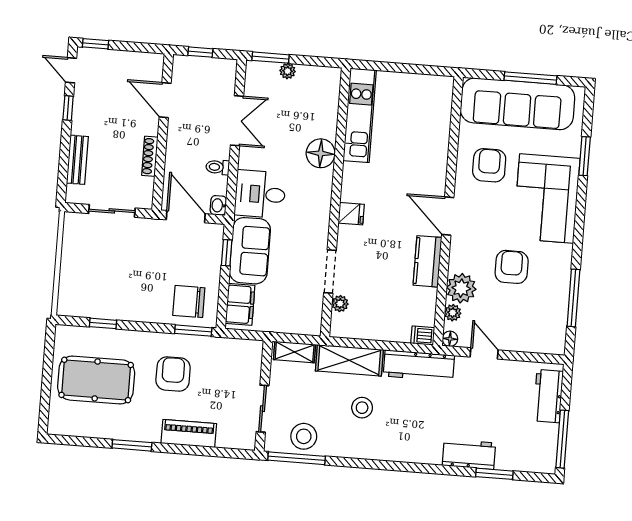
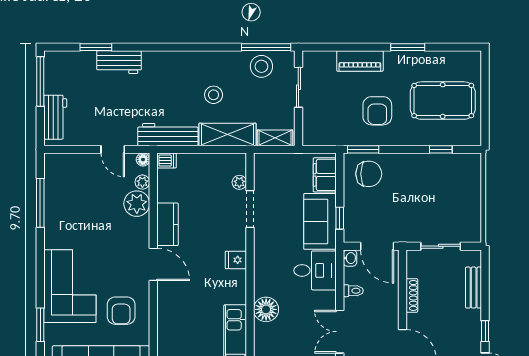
armchair: (512, 267) -> (95, 225), removed

